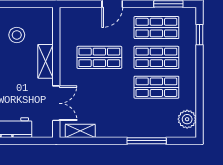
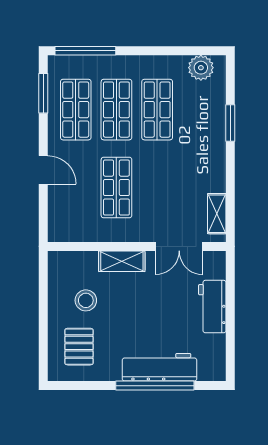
window: (200, 35) -> (85, 51), width x2.17
double door: (56, 103) -> (179, 246), swing flipped
window: (147, 141) -> (230, 123), width x0.69

